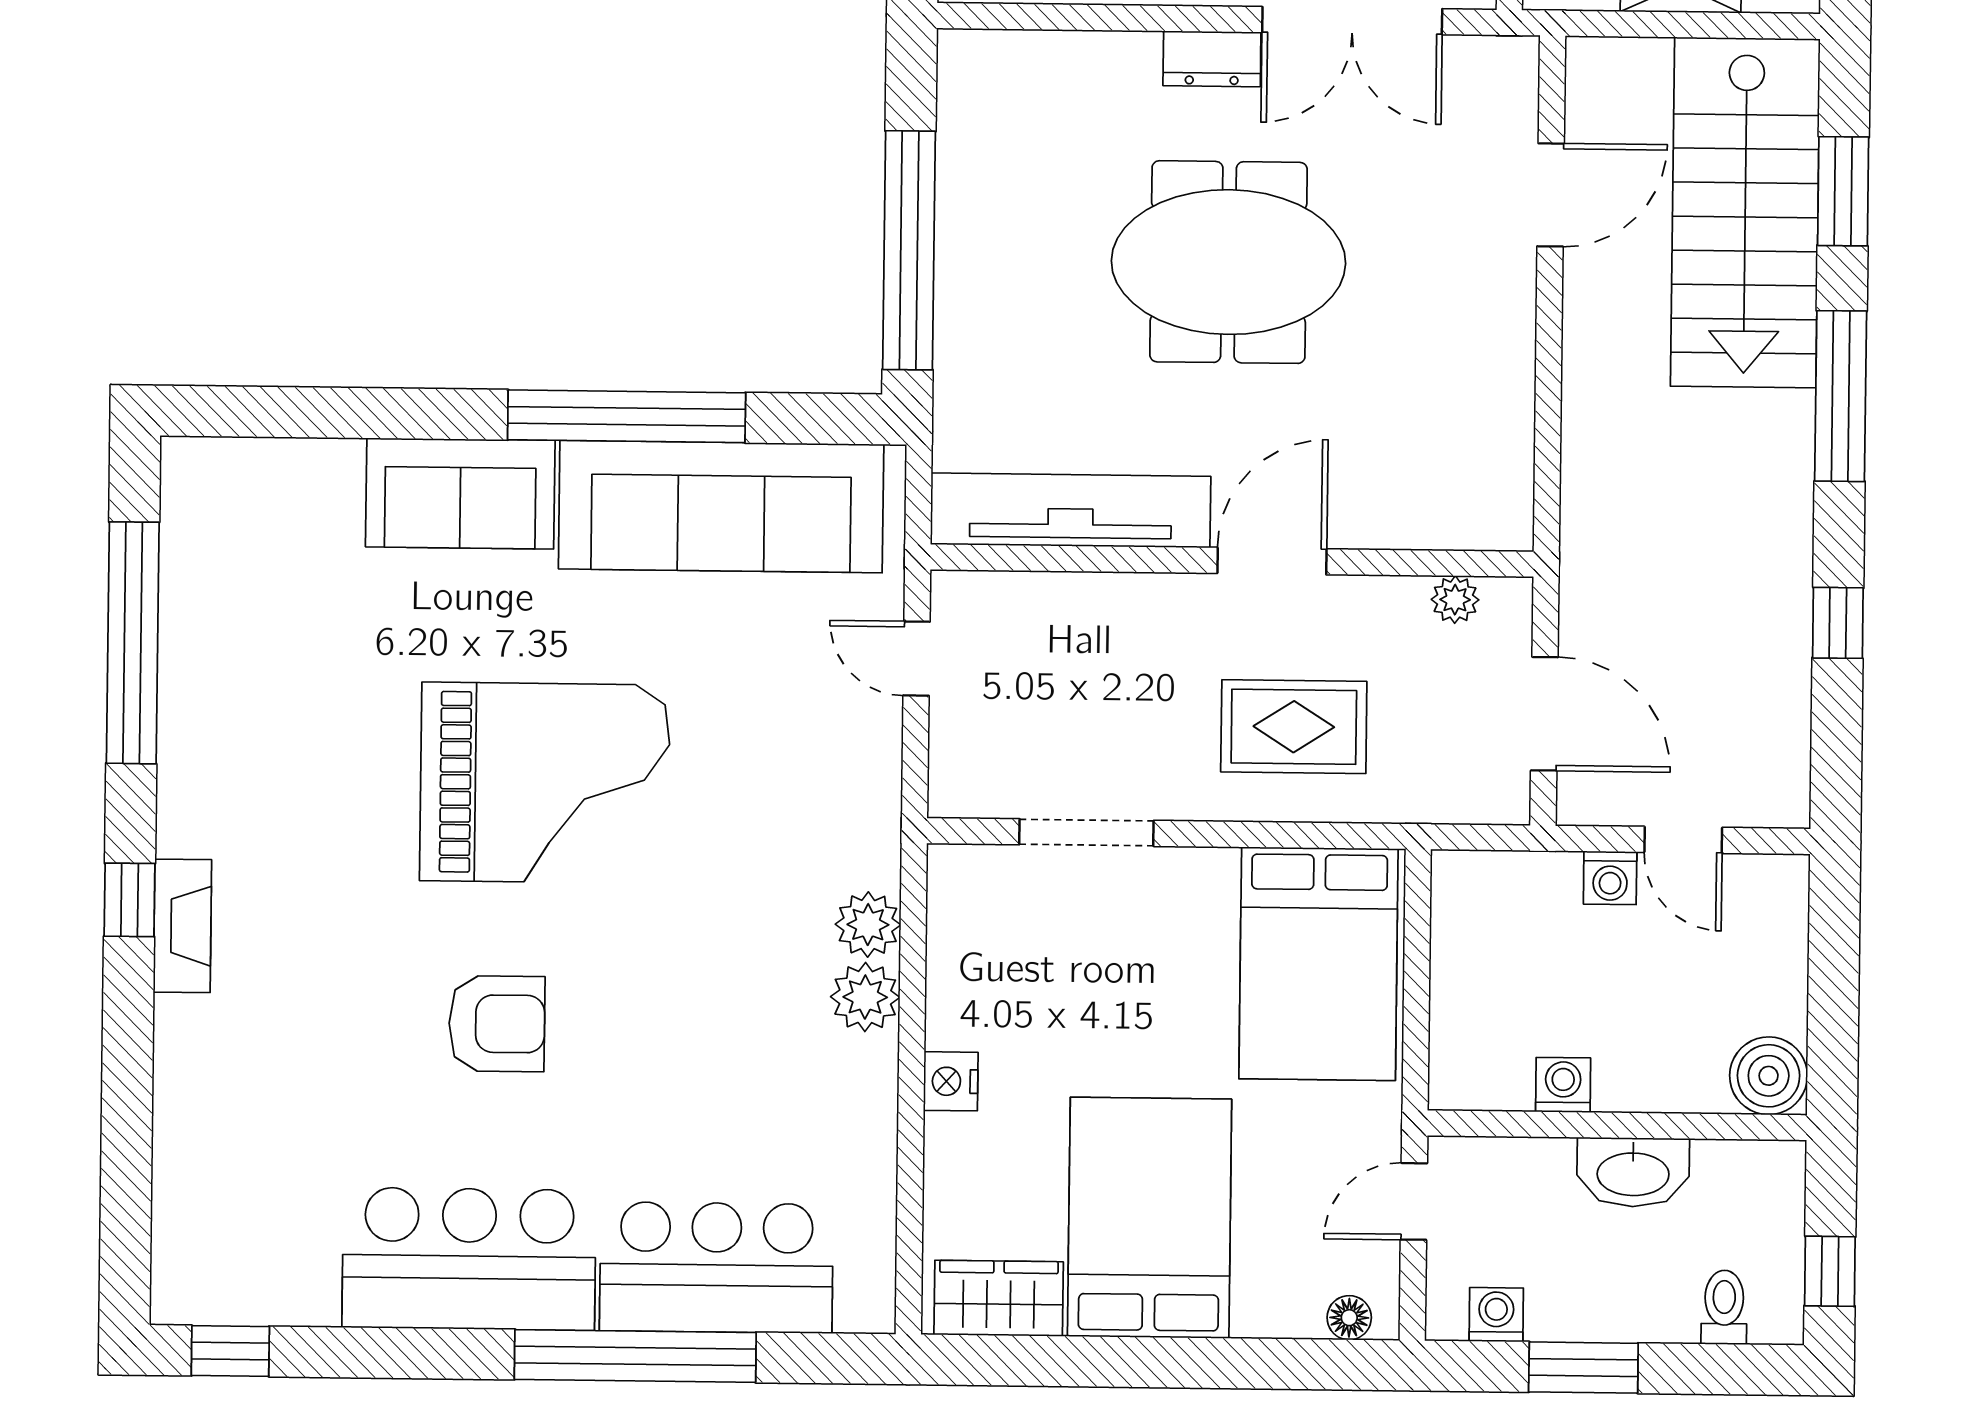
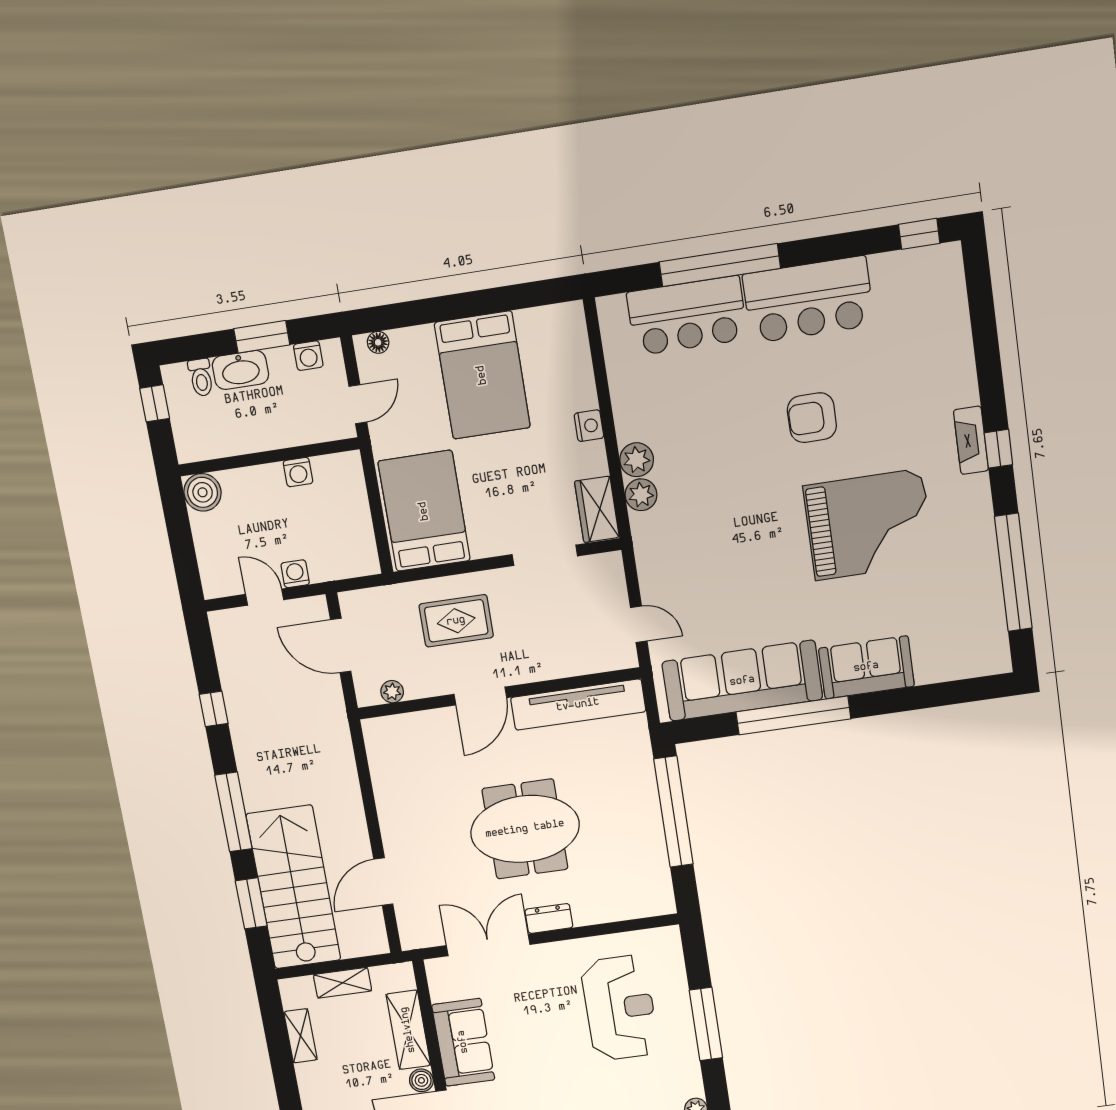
grand piano: (545, 783) -> (869, 525), moved, turned 180
washbasin: (1633, 1172) -> (240, 370), moved, turned 180
wardrobe: (999, 1298) -> (597, 509), moved, turned 90

